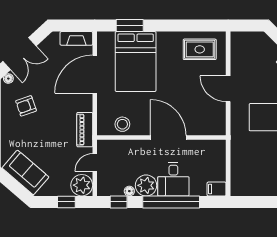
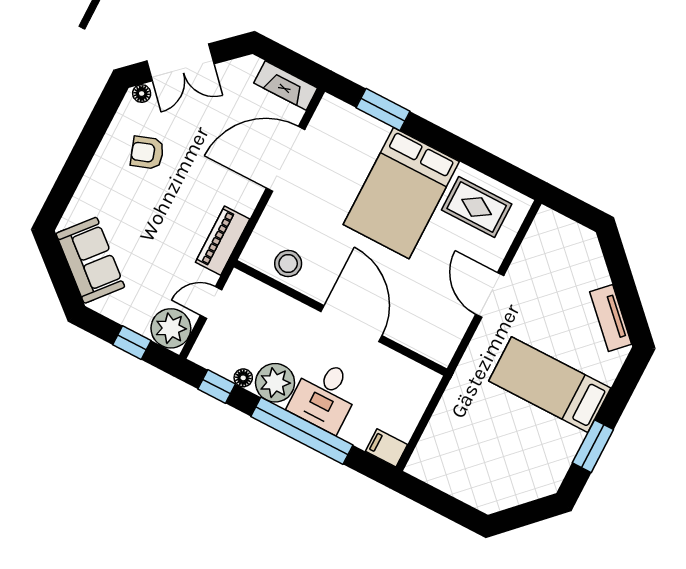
bed: (136, 62) -> (401, 193), moved

